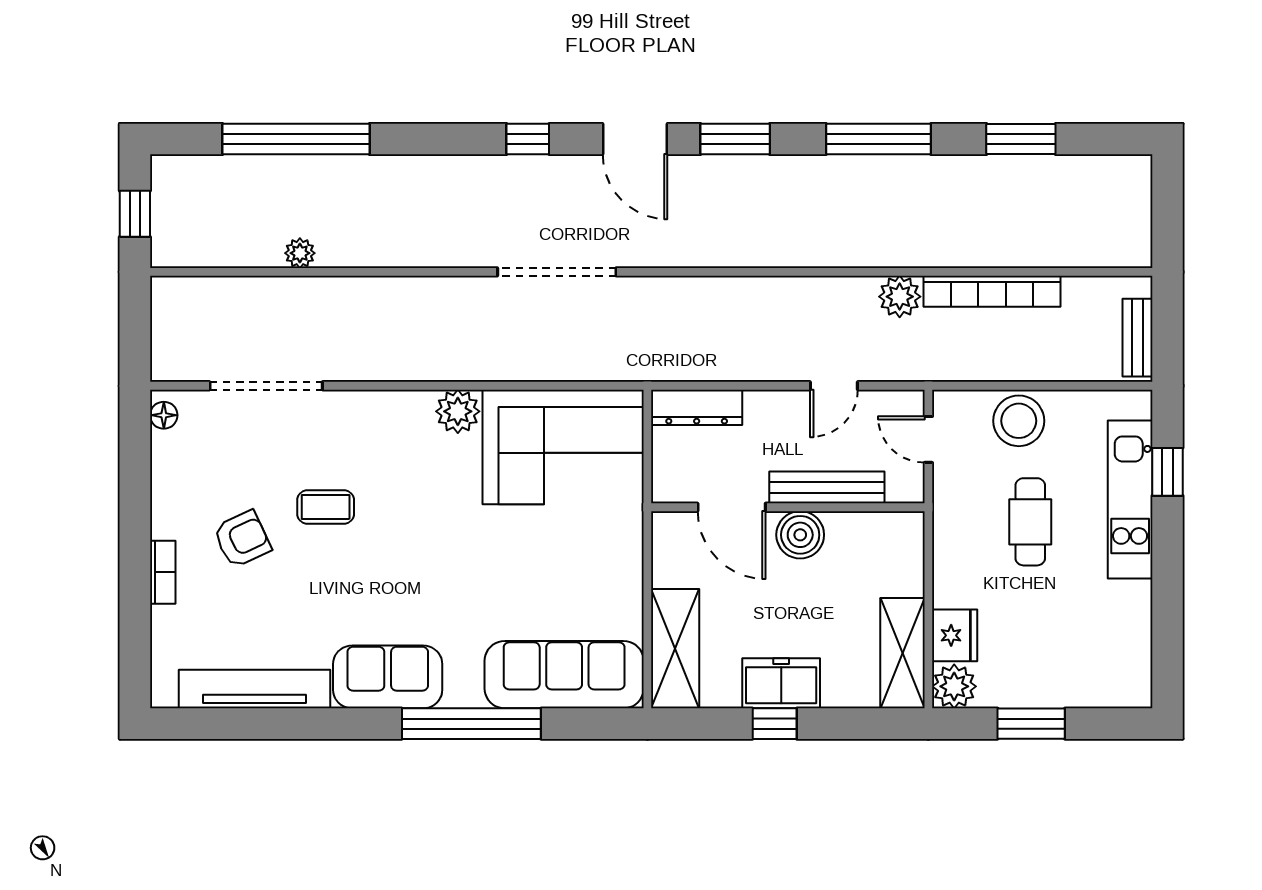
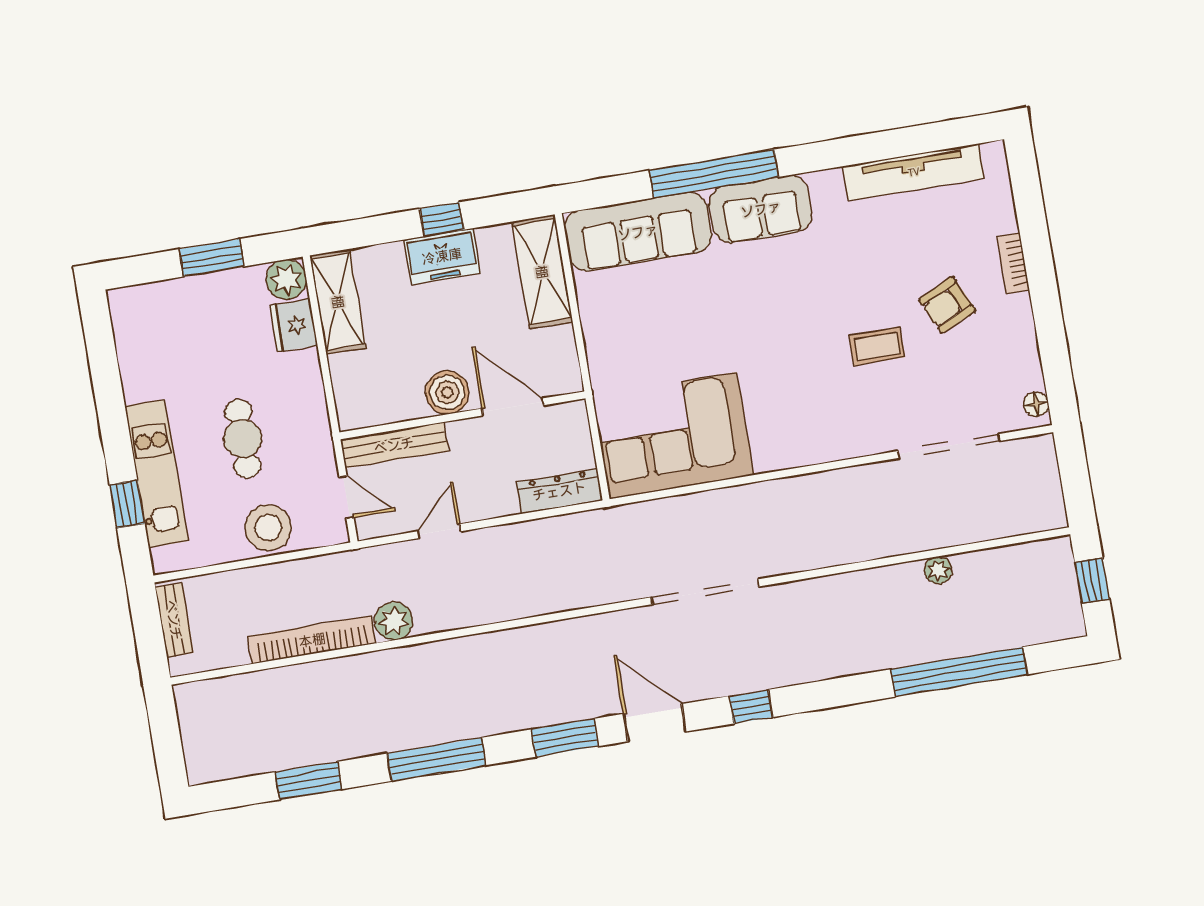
plant: (458, 411) -> (773, 452), removed
bench: (827, 487) -> (394, 445), moved
sofa: (388, 677) -> (761, 209), moved

